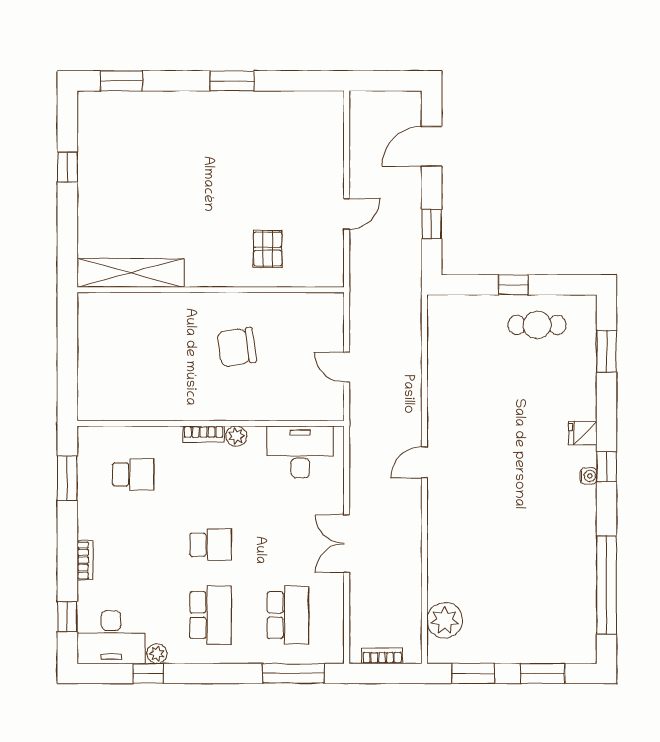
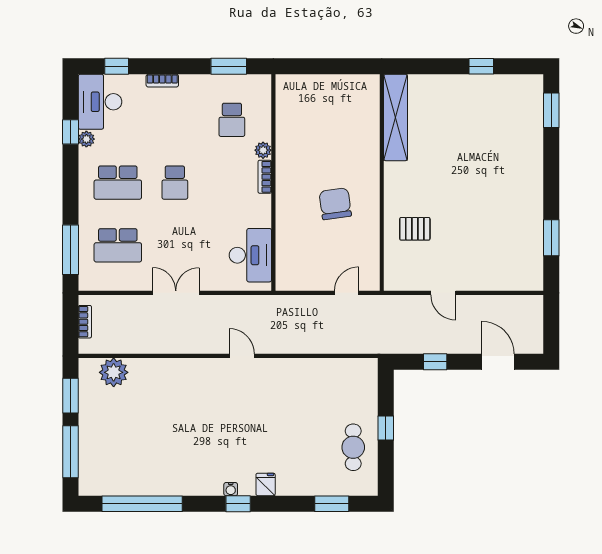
window: (232, 81) -> (551, 238), moved
door: (347, 367) -> (347, 293), moved
plant: (236, 436) -> (263, 150), moved
window: (542, 673) -> (70, 452), width x1.44

